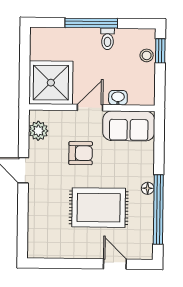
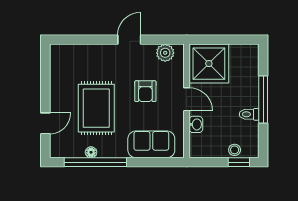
sofa: (129, 126) -> (151, 144), moved, turned 90
floor lamp: (148, 188) -> (91, 152), moved

